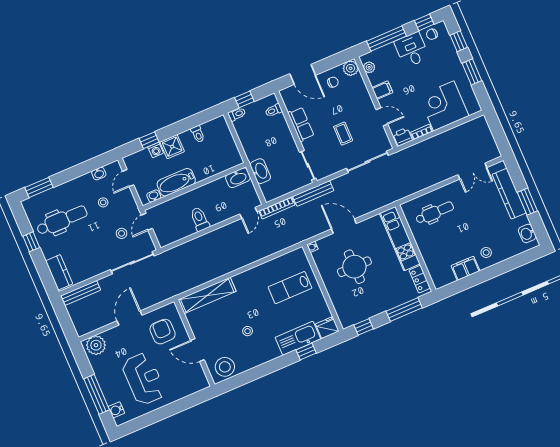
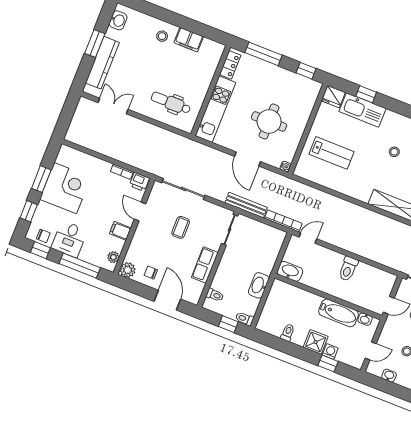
corner desk: (444, 106) -> (65, 188), moved, turned -90
washbasin: (260, 171) -> (259, 285), moved

